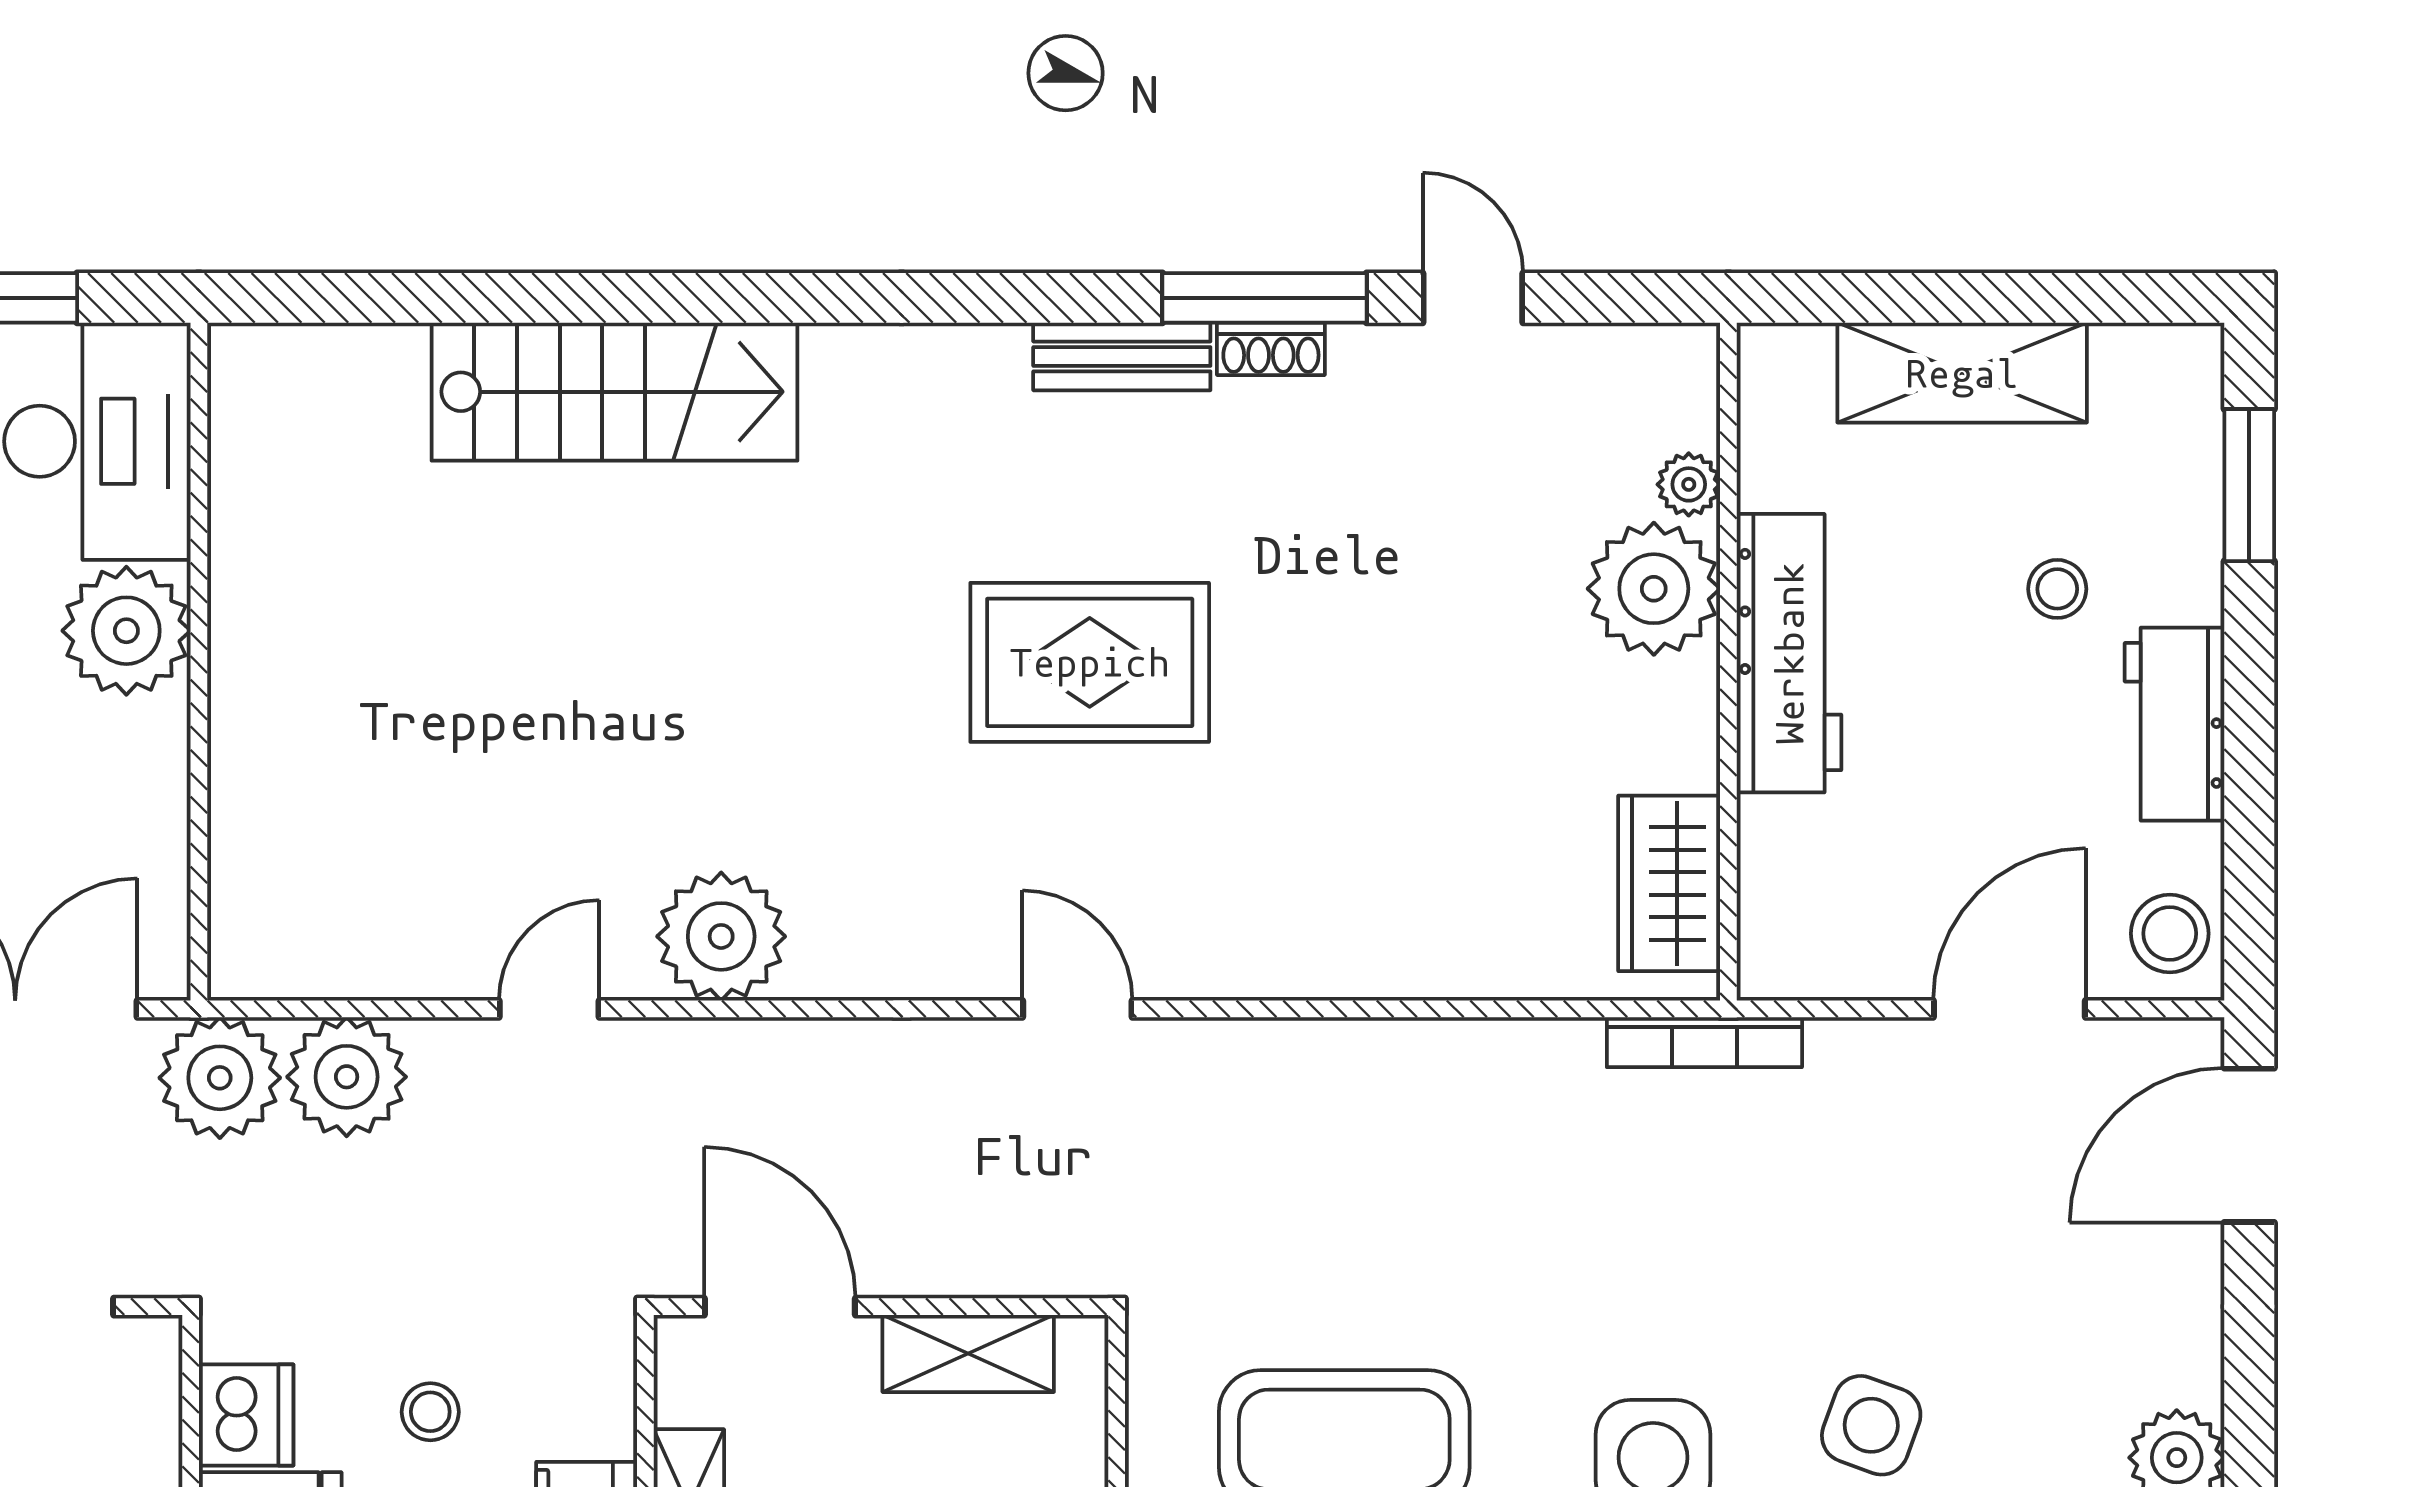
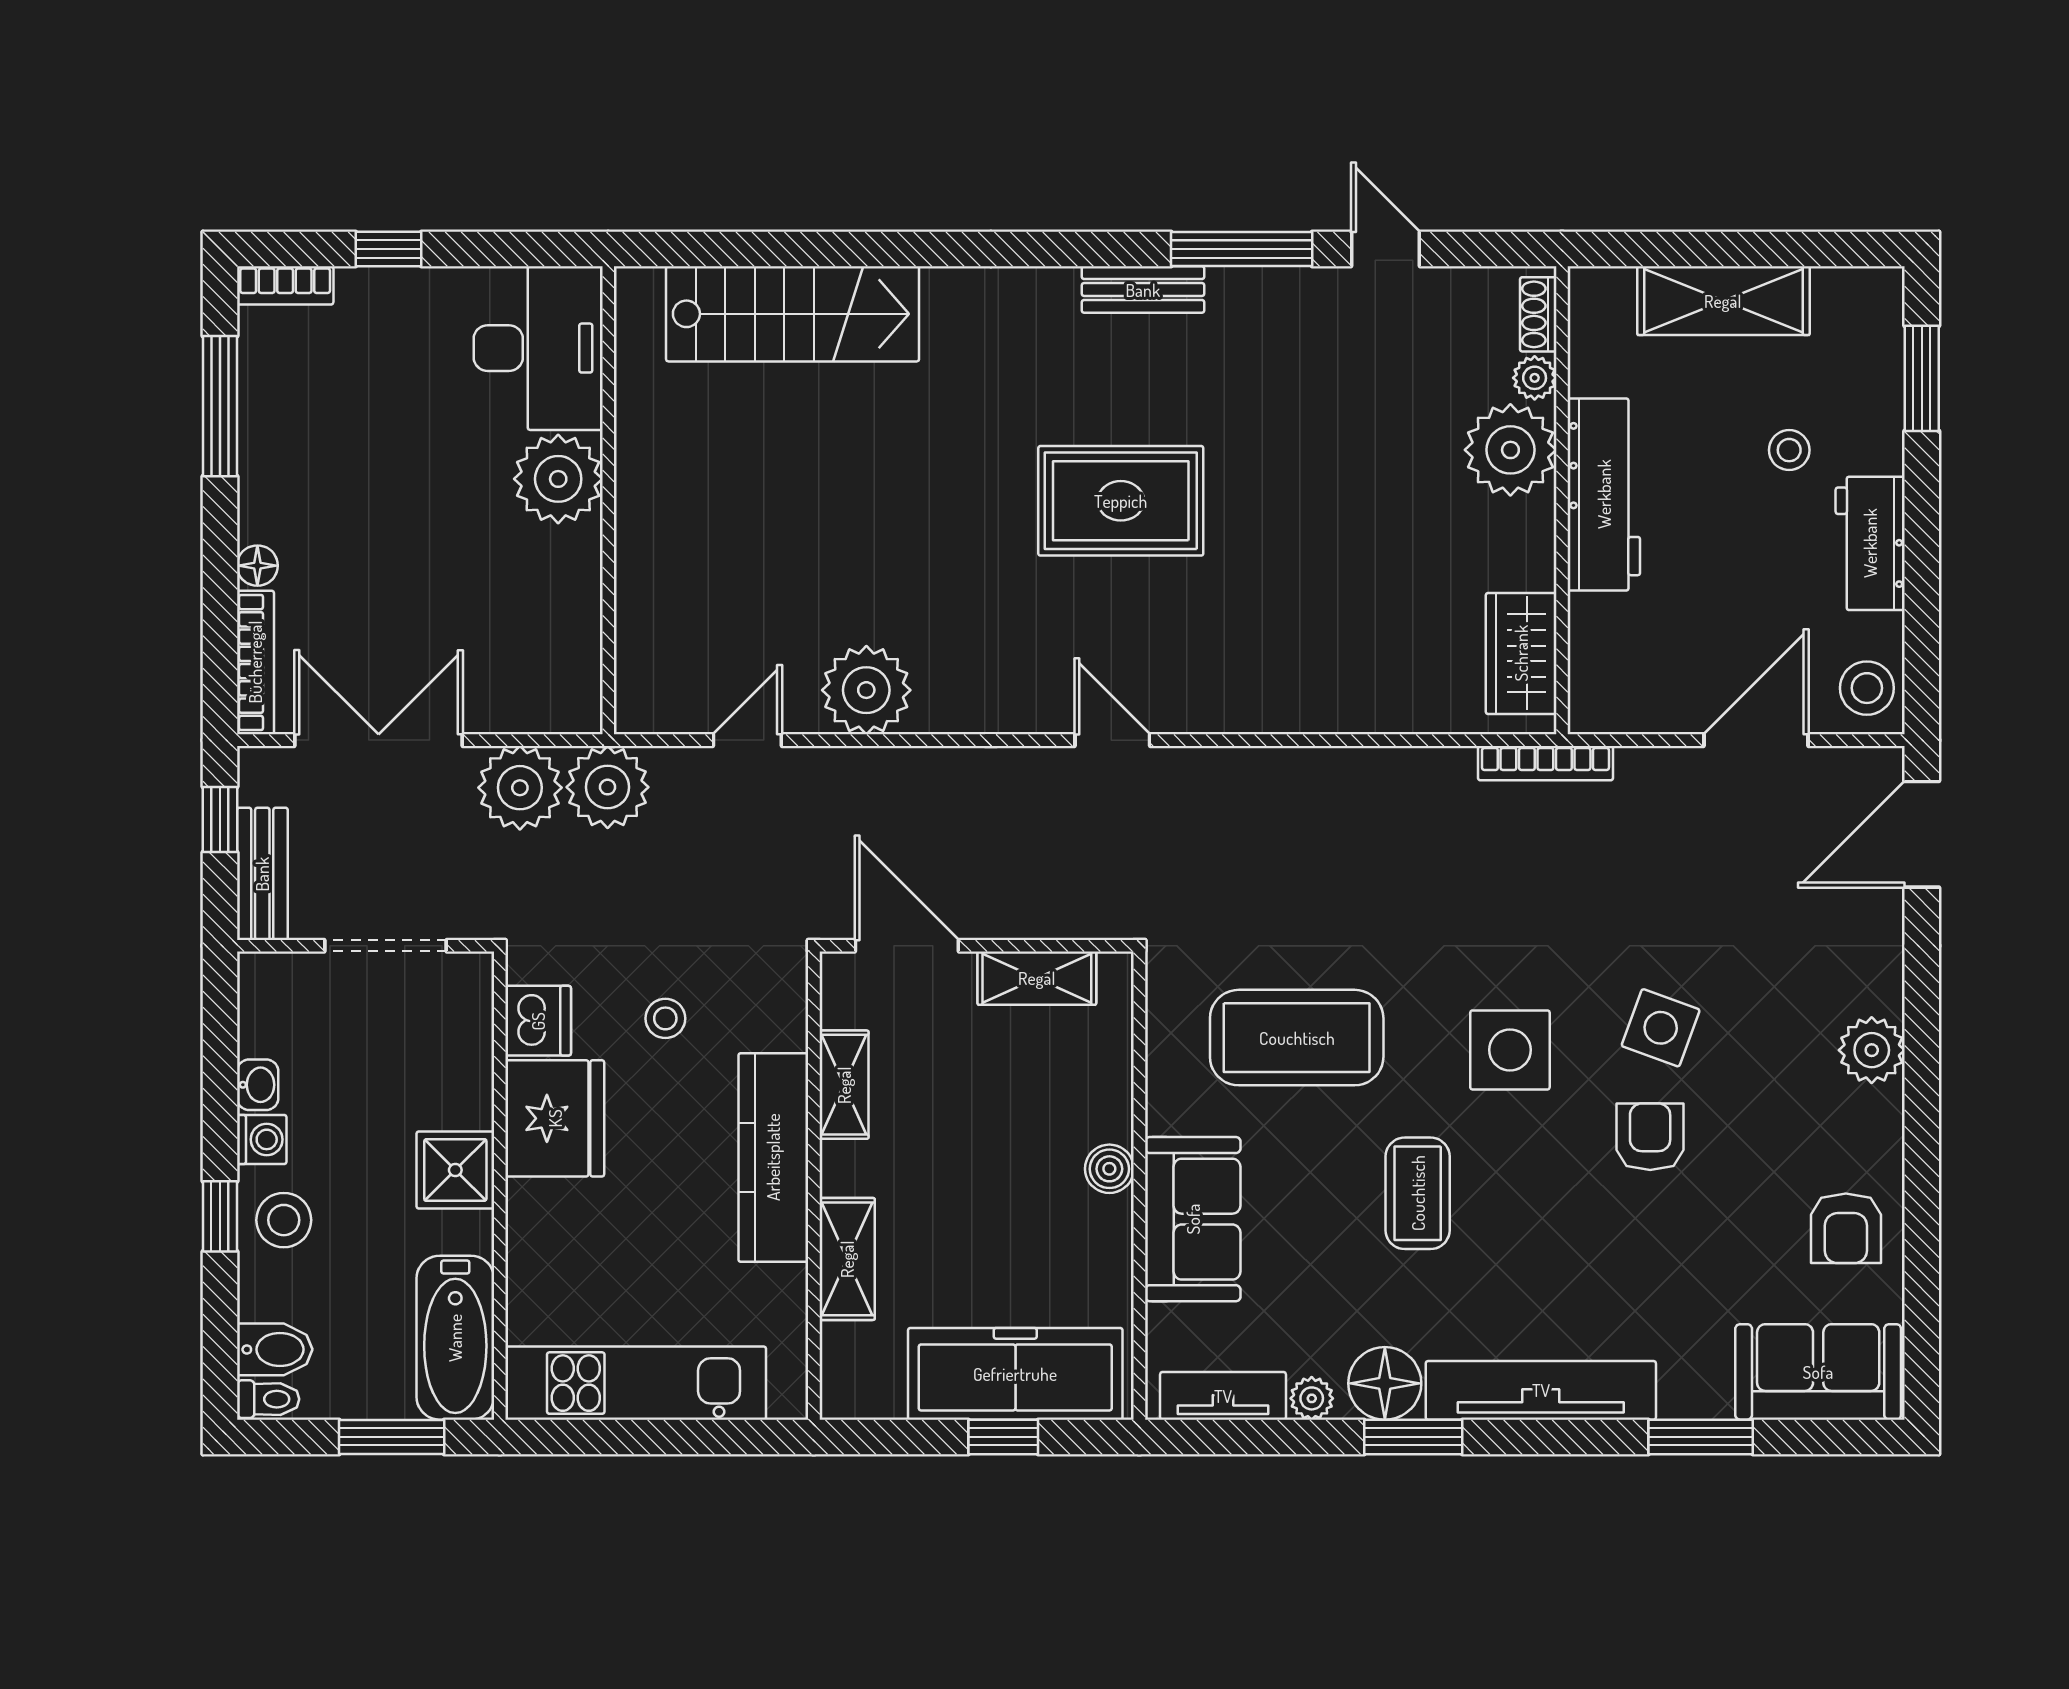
shoe rack: (1271, 349) -> (1538, 314), moved, turned 90
desk: (97, 441) -> (538, 348), moved
plant: (126, 631) -> (558, 479), moved
wall: (199, 662) -> (608, 500), moved

